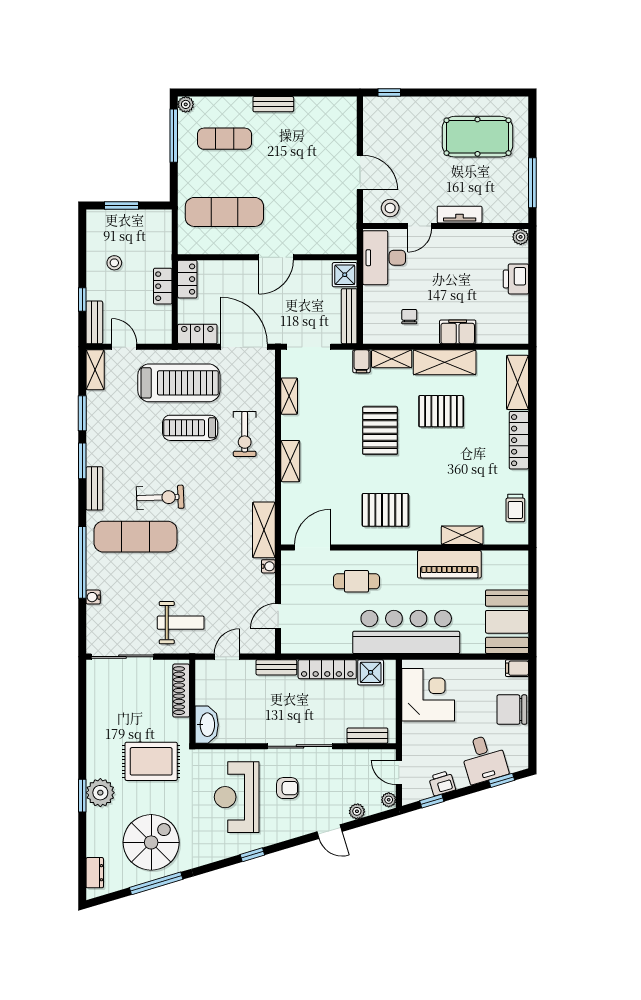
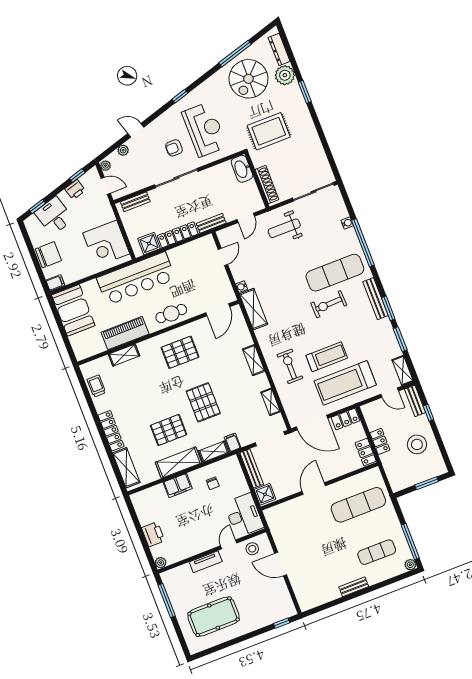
stool: (114, 263) -> (417, 444), width x1.89, depth x1.89
bench: (94, 488) -> (375, 299), width x1.36
cafe table: (356, 581) -> (171, 314), moved
plant: (100, 793) -> (285, 75), moved
dresser: (95, 873) -> (279, 49), width x1.44

